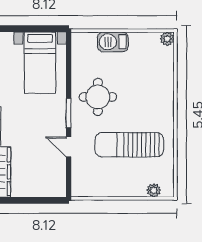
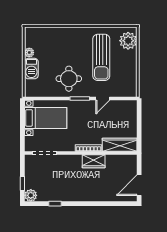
plant: (167, 39) -> (29, 53), moved
plant: (154, 190) -> (128, 41), width x1.87, depth x1.87

